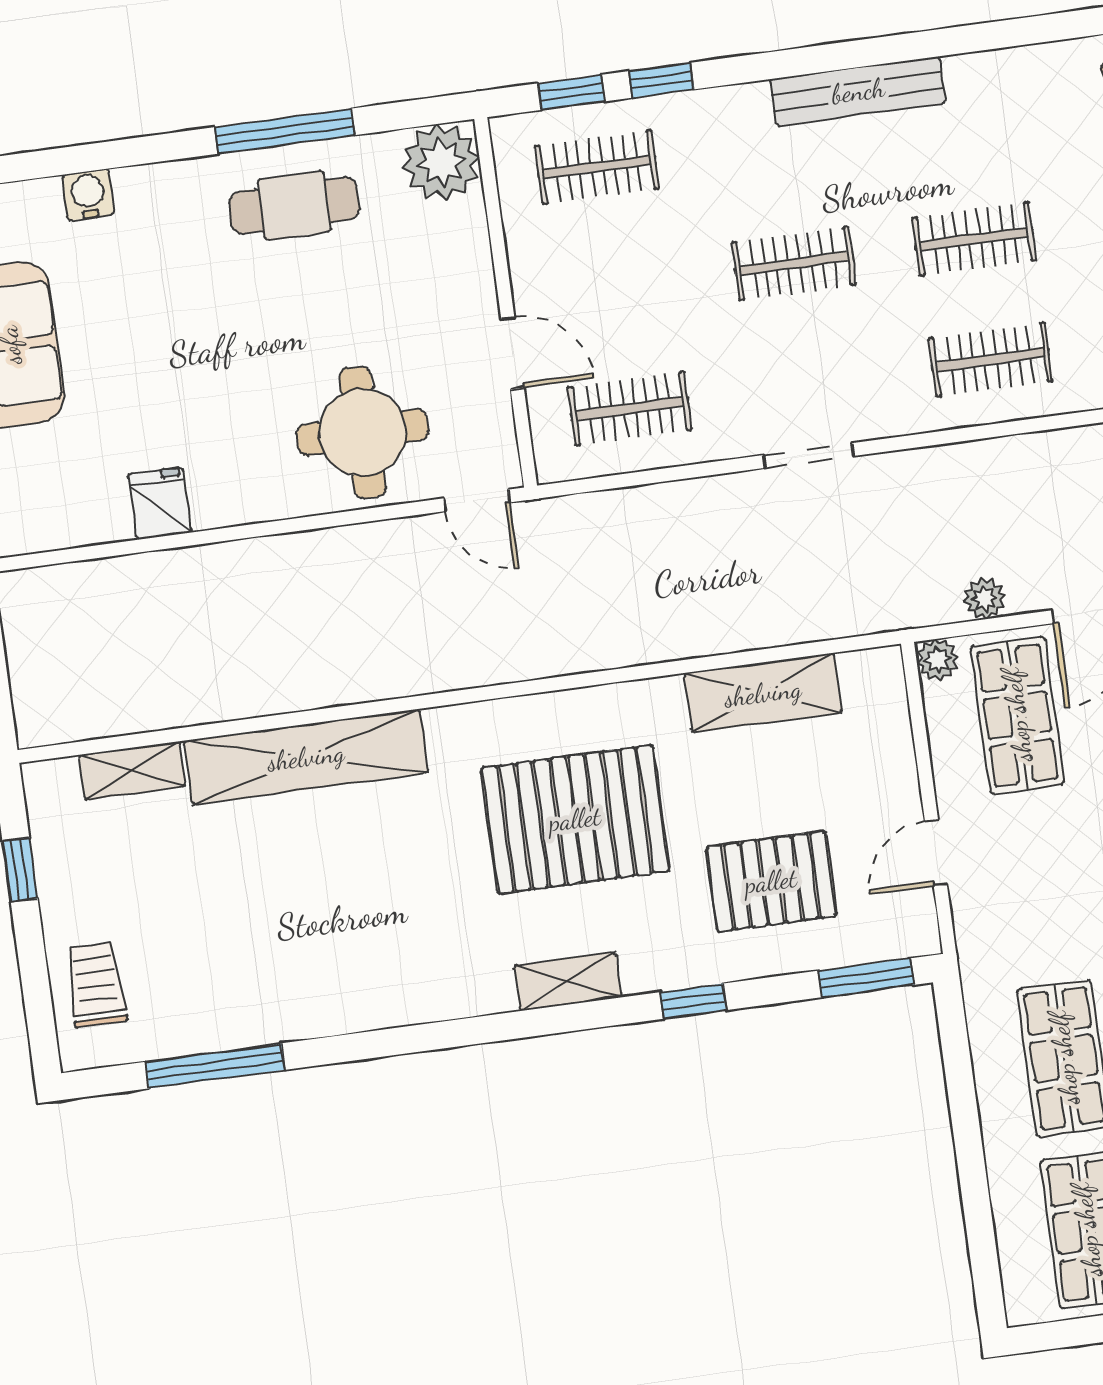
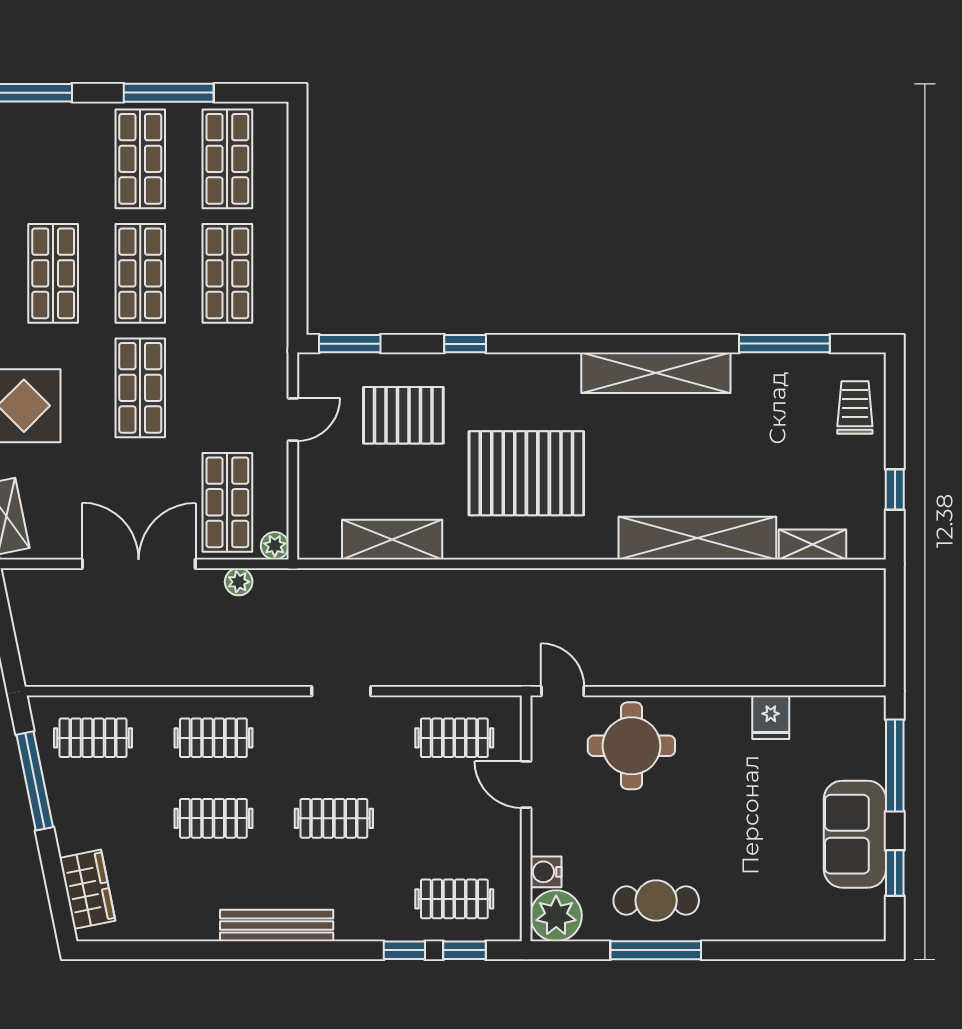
water cooler: (88, 195) -> (546, 872), moved, turned 90
shelving: (568, 981) -> (656, 373), moved, width x2.20, depth x1.33
trolley: (96, 985) -> (855, 407), turned 180

